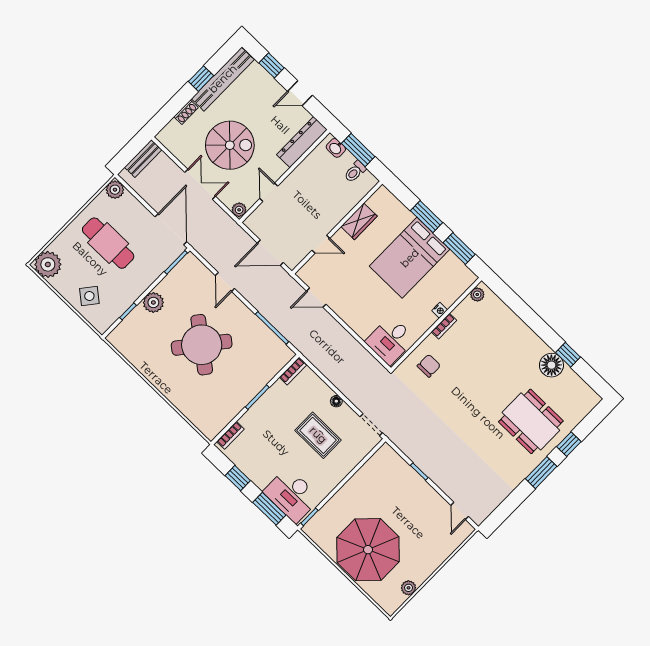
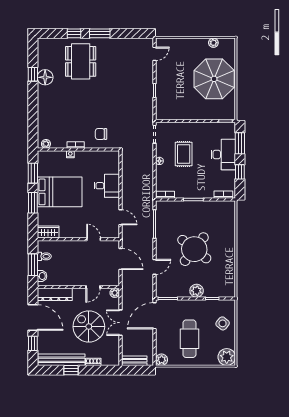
door: (300, 93) -> (33, 317), width x1.88
wardrobe: (359, 221) -> (48, 232), moved
desk: (390, 340) -> (107, 186), moved
desk: (292, 495) -> (223, 154), moved

